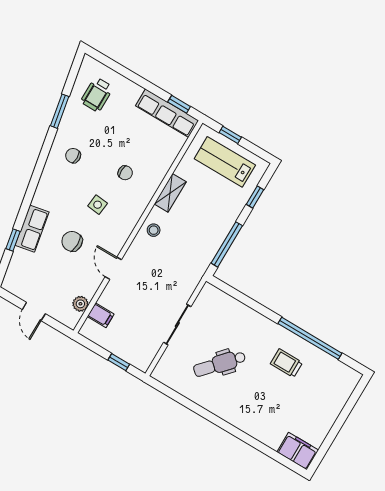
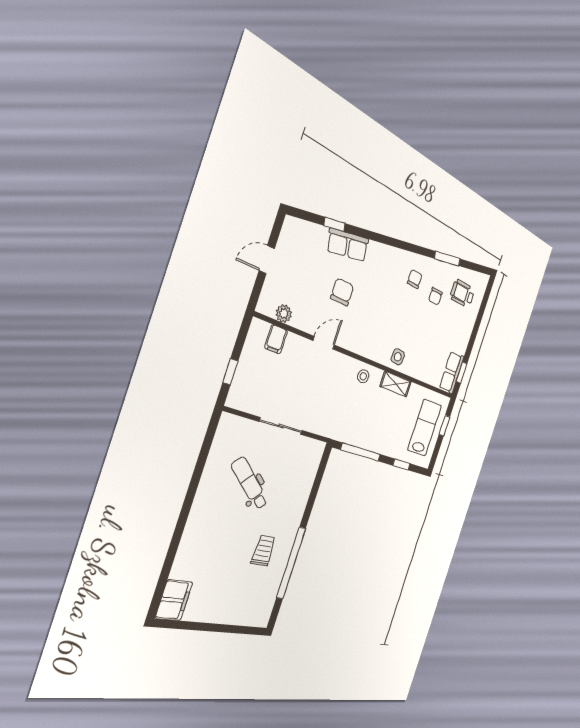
row of seats: (167, 113) -> (452, 372), width x0.68
chair: (125, 173) -> (435, 296), moved
side table: (98, 205) -> (398, 357), moved

